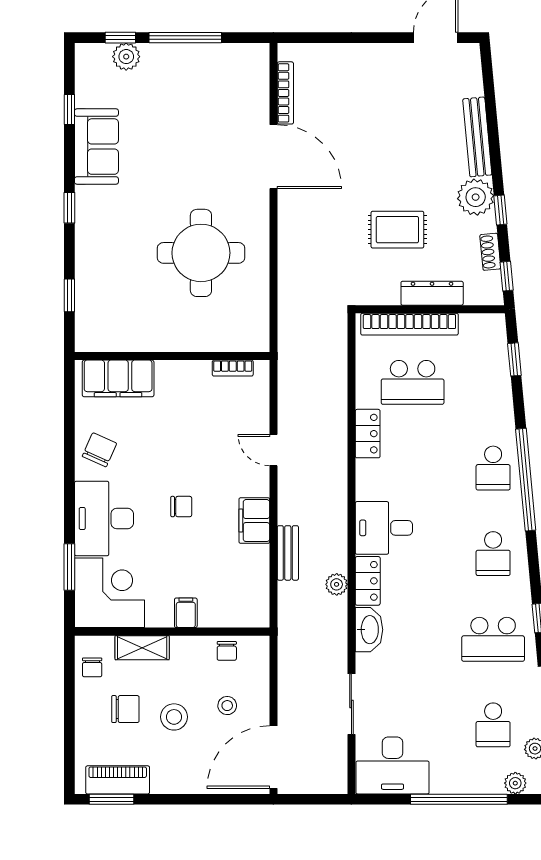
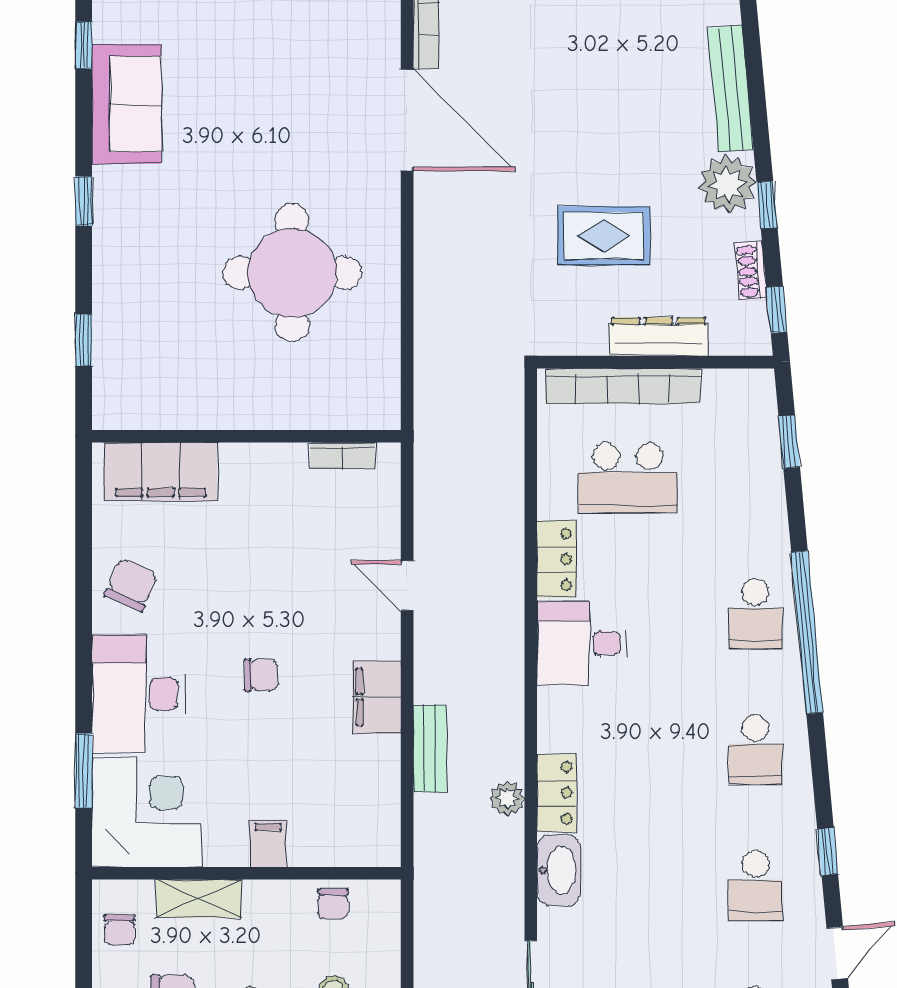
desk: (384, 528) -> (582, 643), moved
school desk: (493, 639) -> (755, 885), width x0.54

